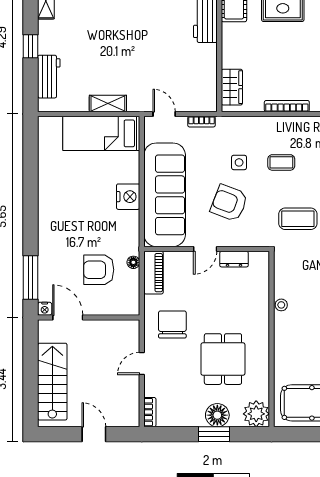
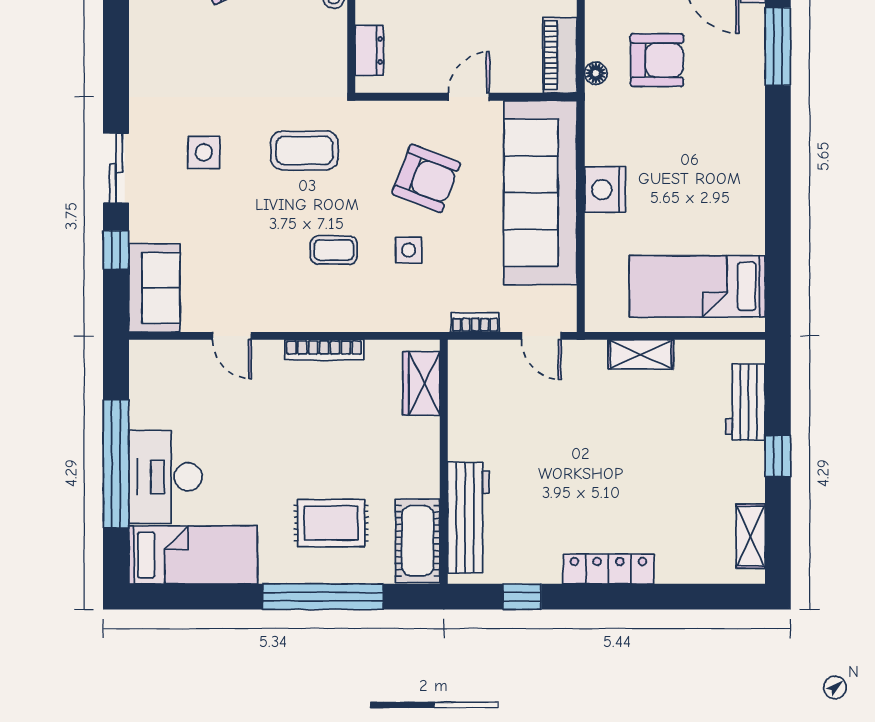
bed: (101, 133) -> (697, 286), moved, turned 180
dresser: (234, 259) -> (369, 50), moved, turned 90

